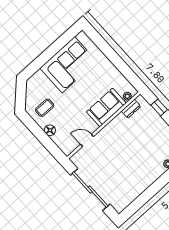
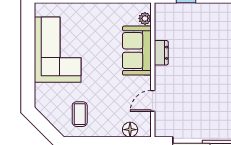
dresser: (131, 109) -> (161, 53), moved
floor lamp: (50, 130) -> (130, 130), moved

